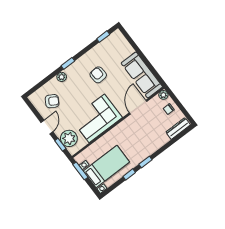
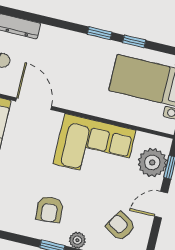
armchair: (98, 75) -> (50, 209), moved
door: (138, 107) -> (34, 104), swing flipped

